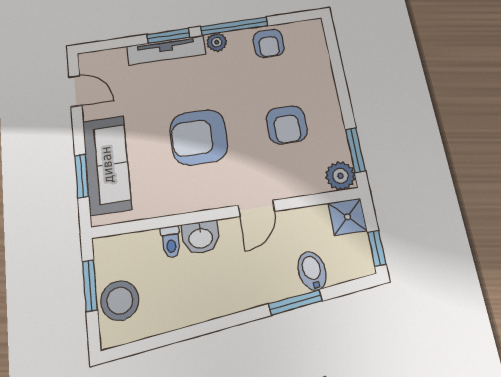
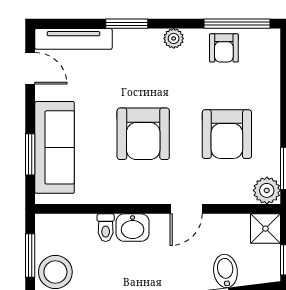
window: (234, 26) -> (237, 24), moved
tv unit: (166, 50) -> (73, 39), moved
armchair: (287, 125) -> (227, 134), width x1.36, depth x1.36
armchair: (199, 137) -> (143, 134), turned -90

